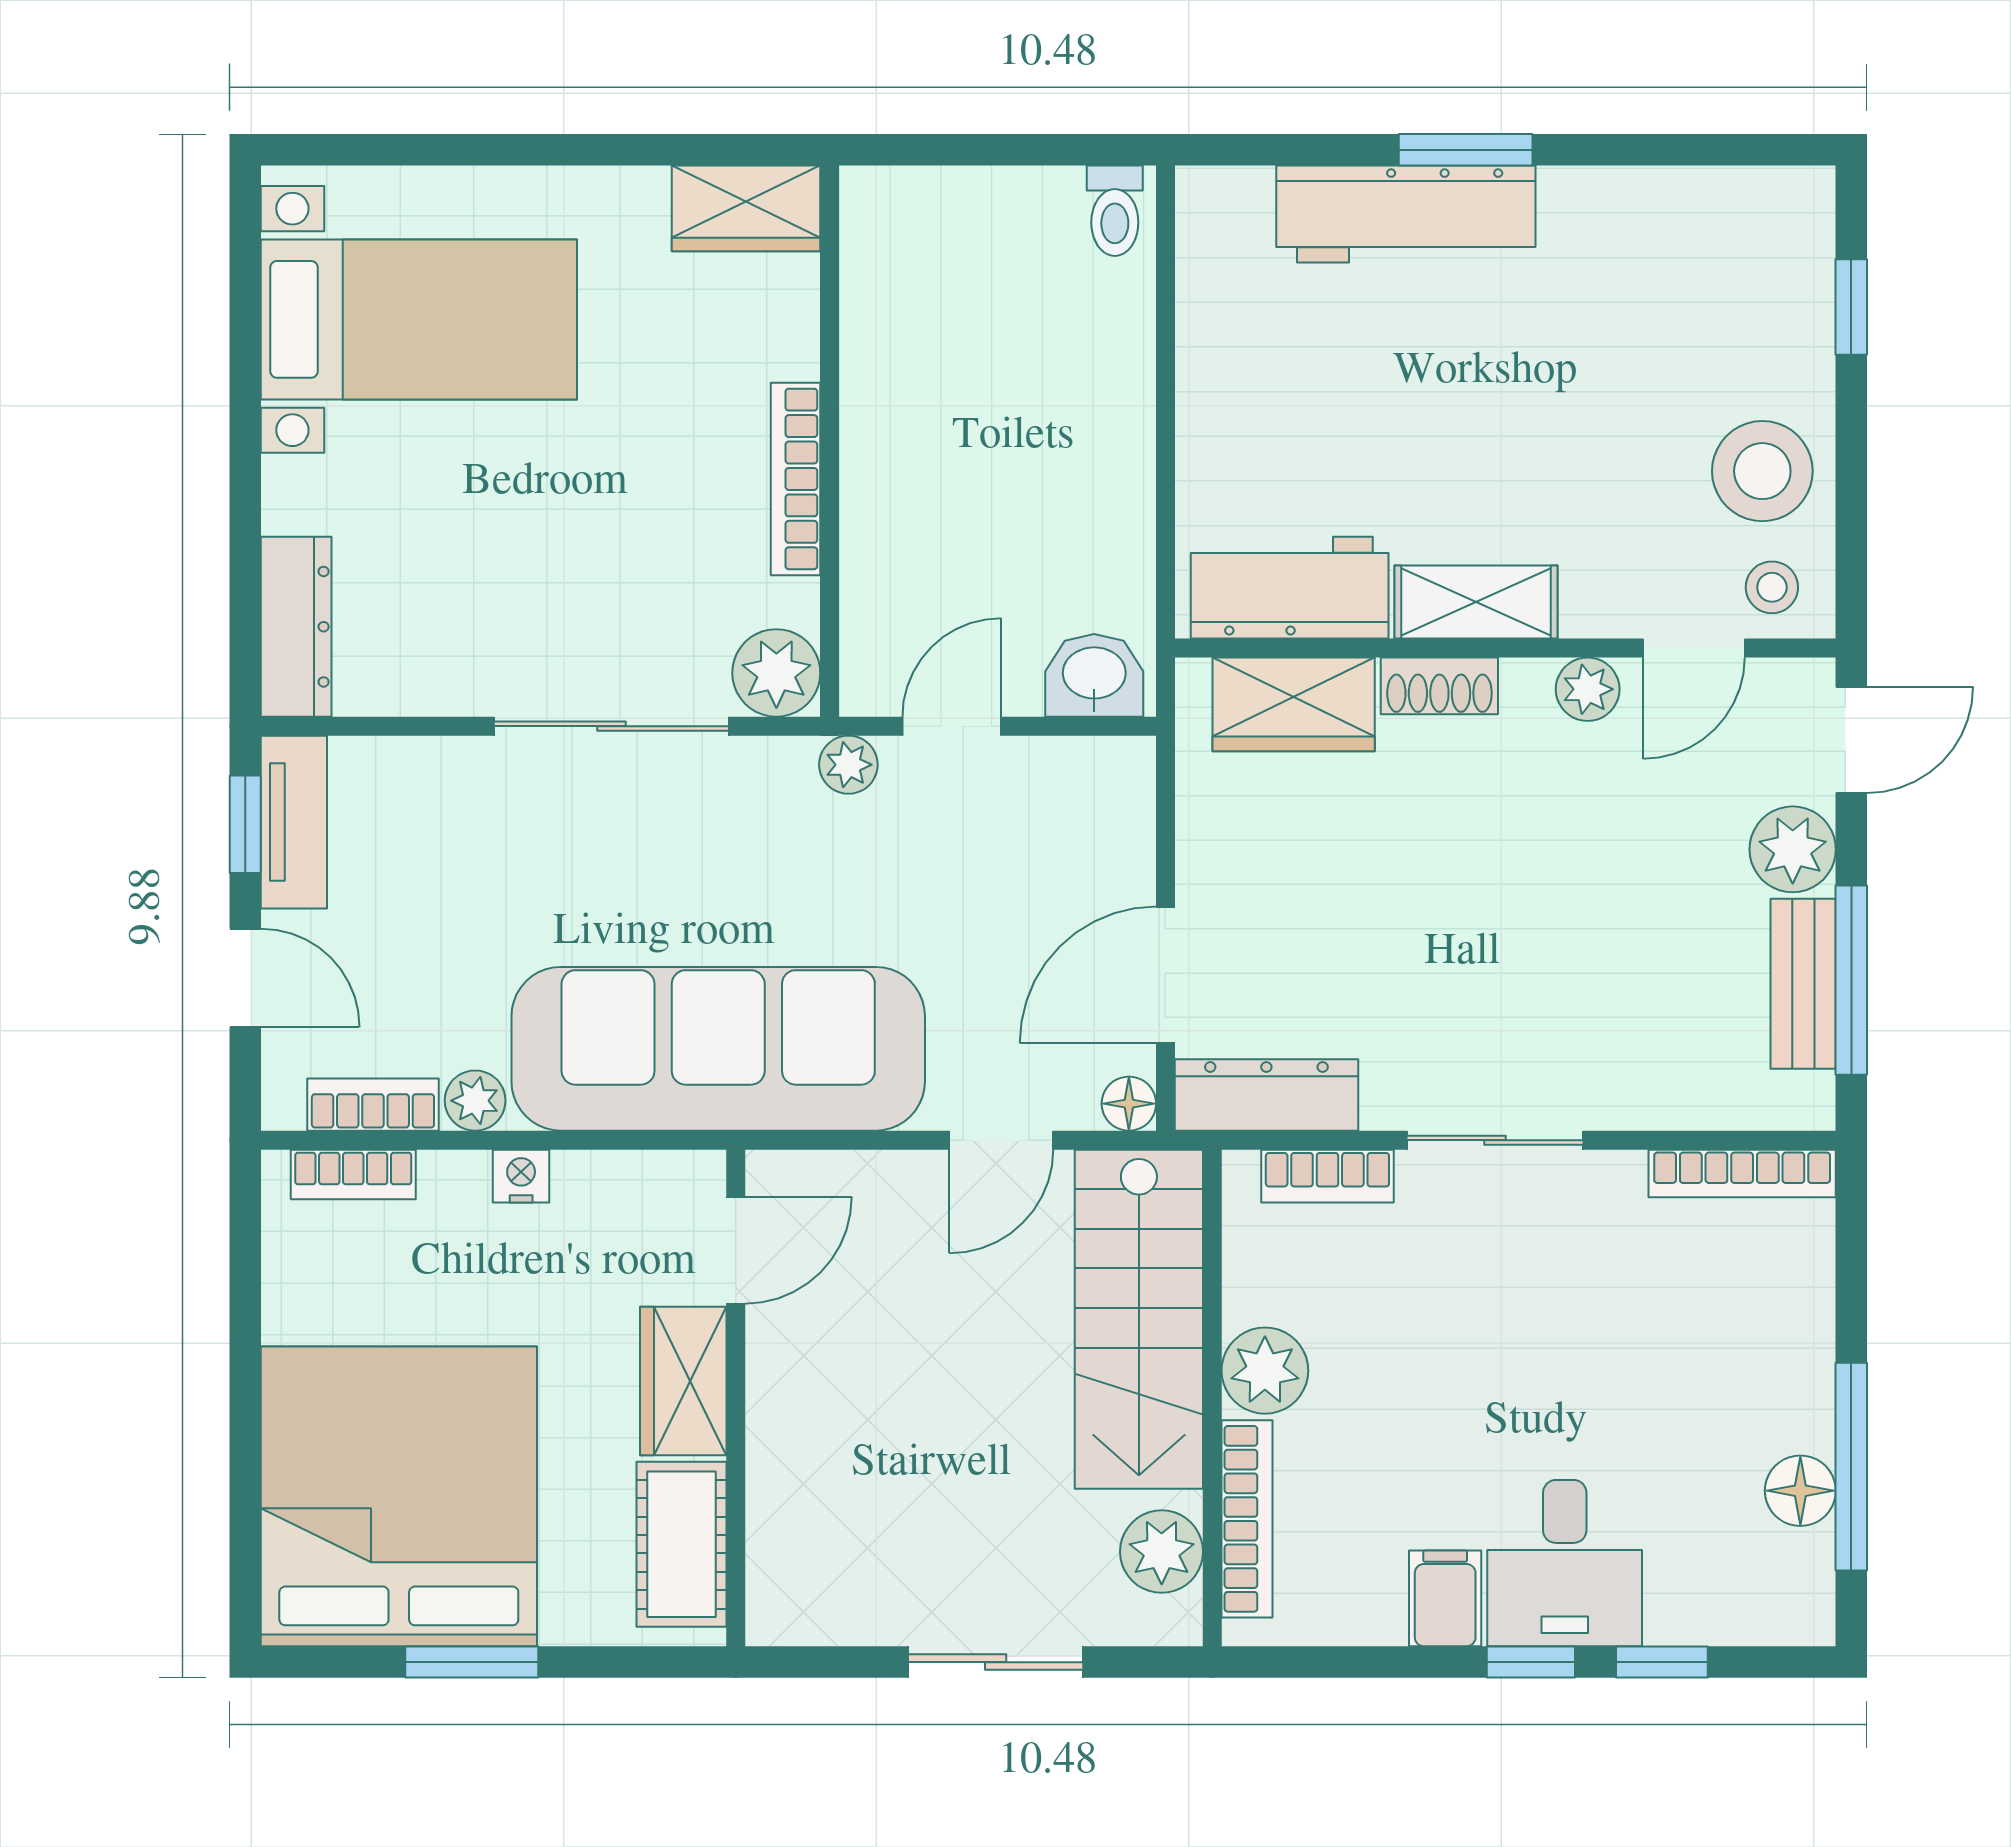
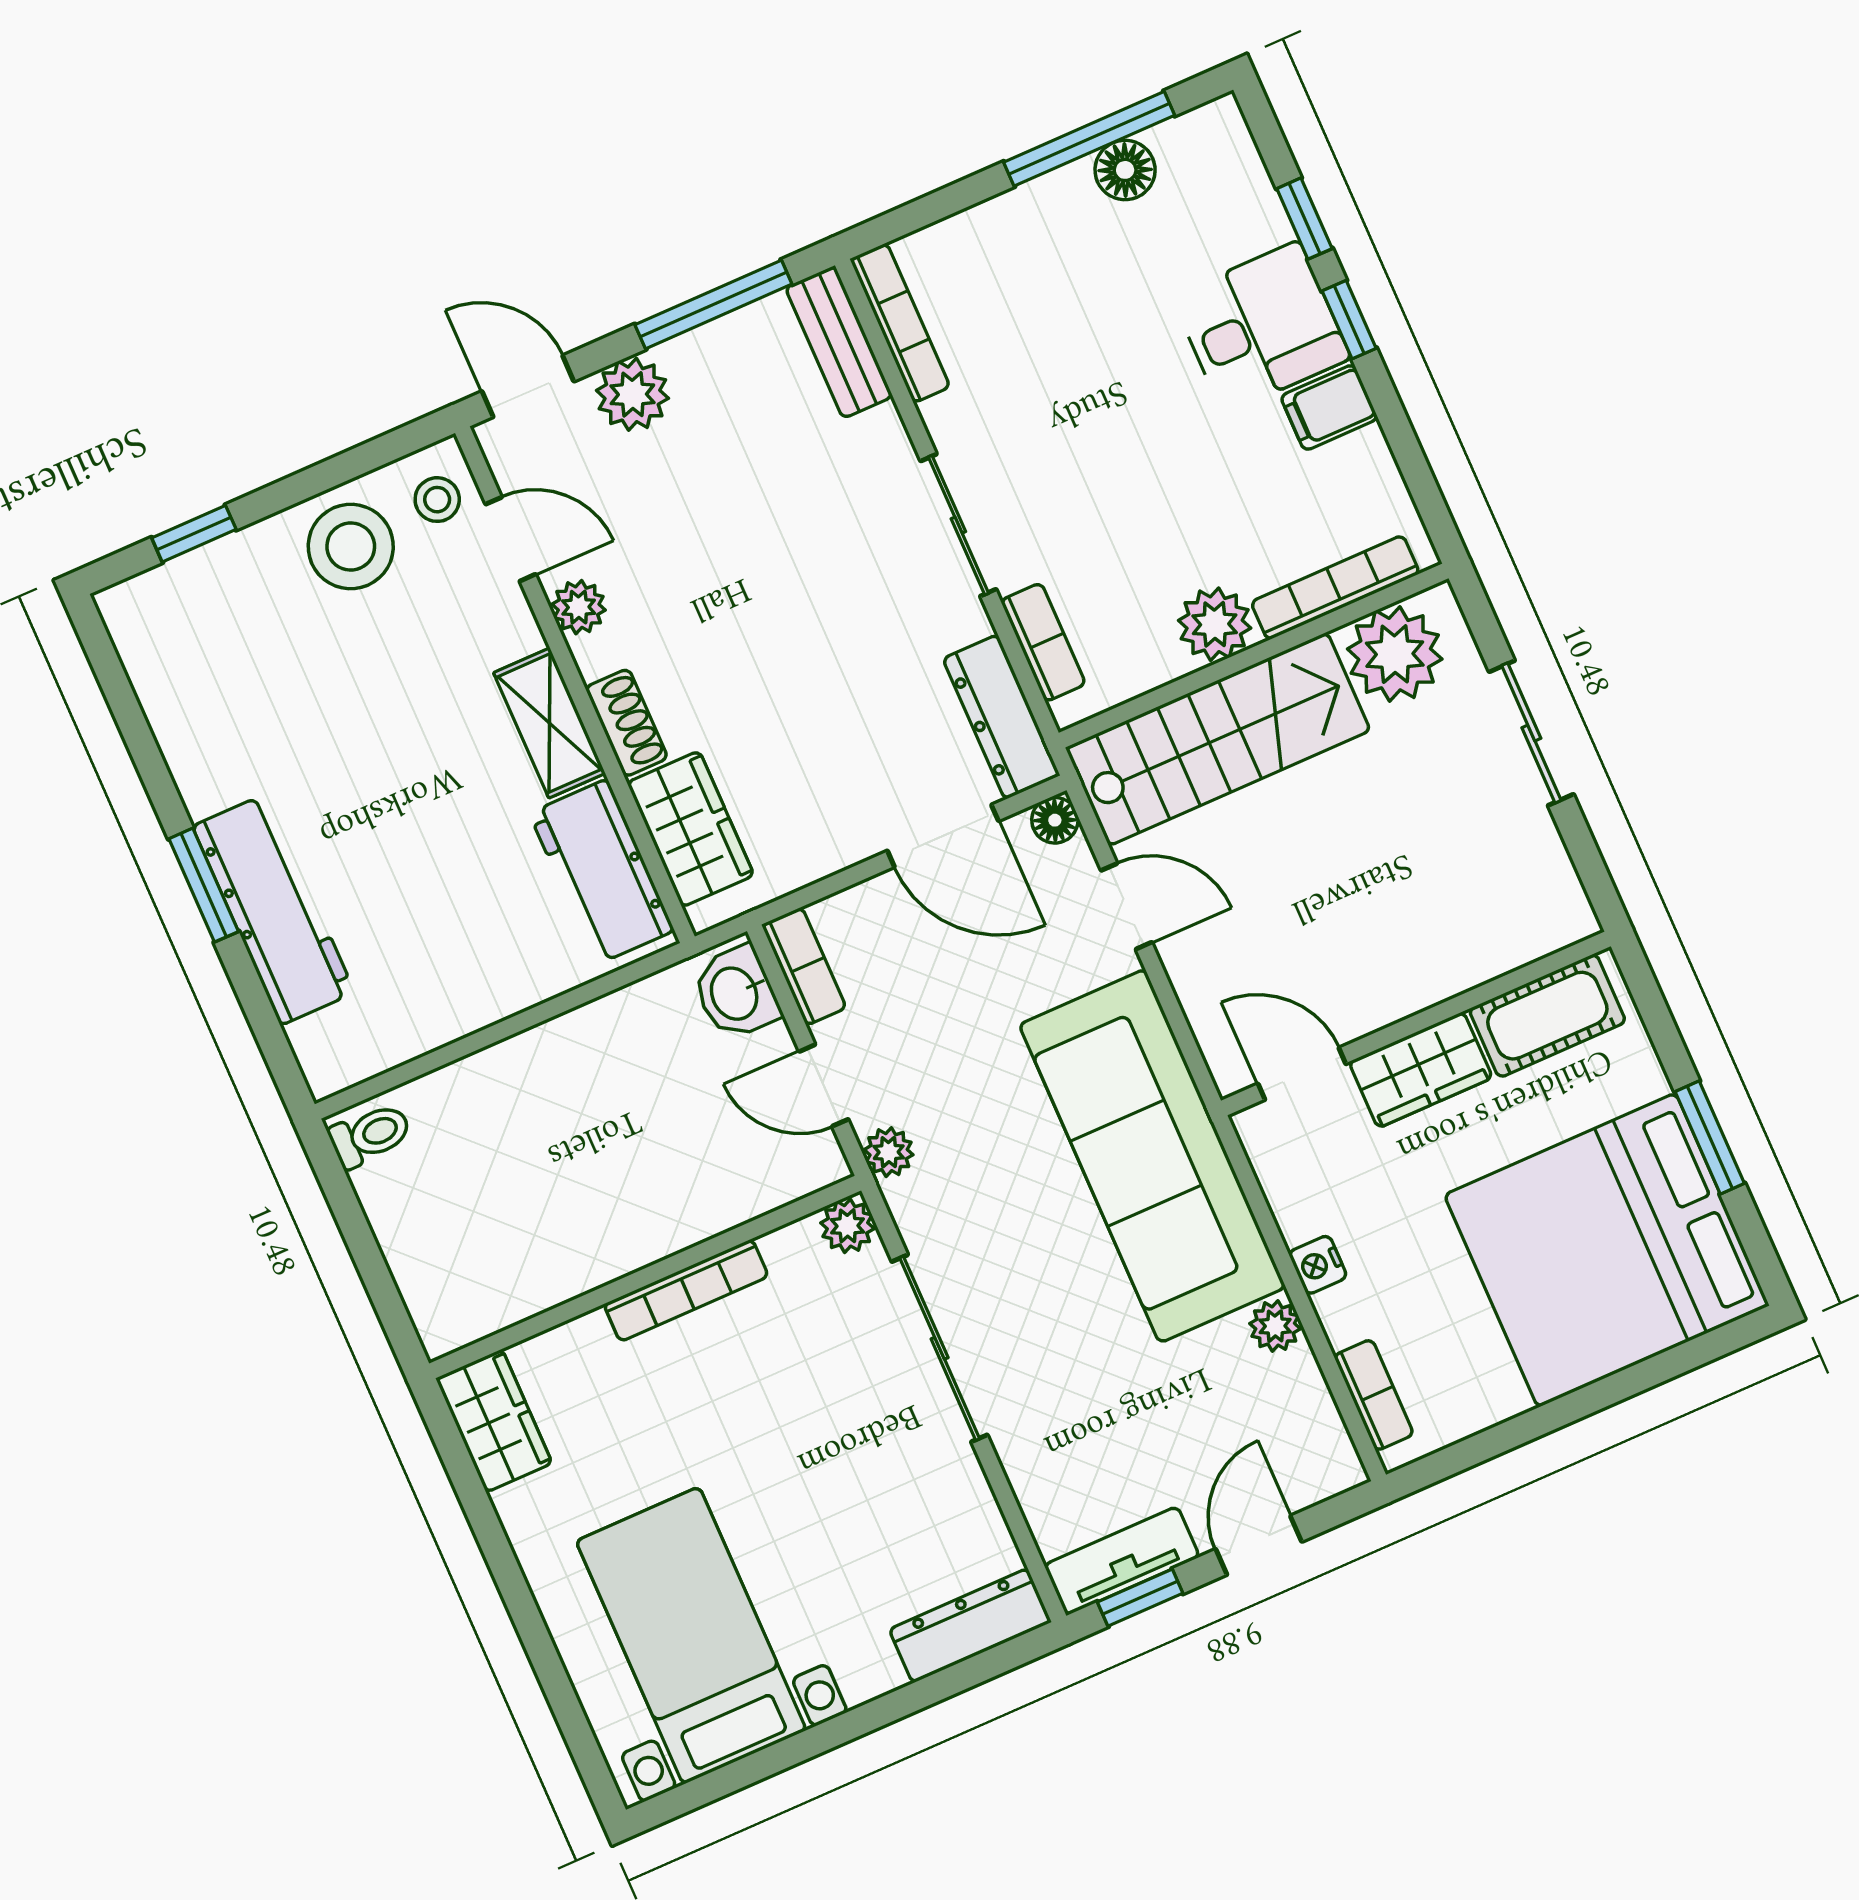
plant: (776, 673) -> (848, 1226), width x0.73, depth x0.73
bench: (1803, 984) -> (839, 342), moved, turned 90
bookcase: (373, 1105) -> (804, 966), moved, turned 180
plant: (1162, 1552) -> (1395, 654), width x1.36, depth x1.36

